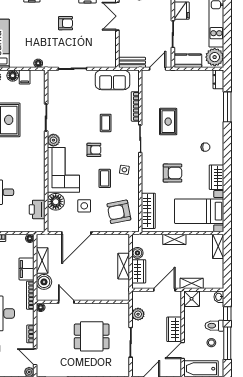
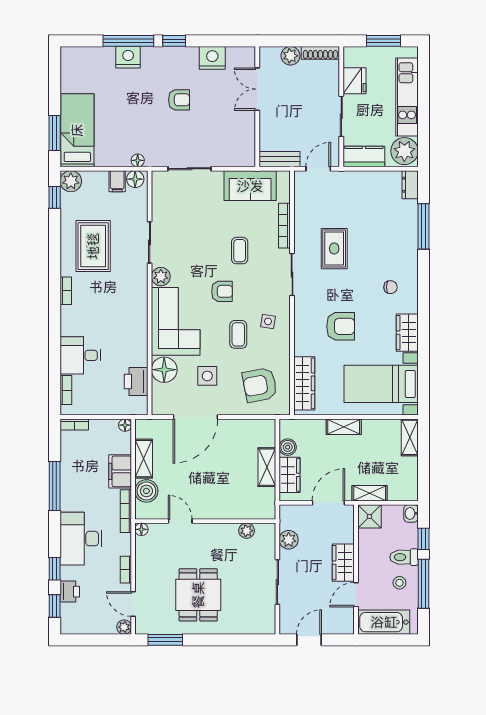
floor lamp: (13, 76) -> (135, 179), moved
plant: (110, 308) -> (247, 531), added
dining table: (92, 336) -> (198, 595), moved, turned 90

